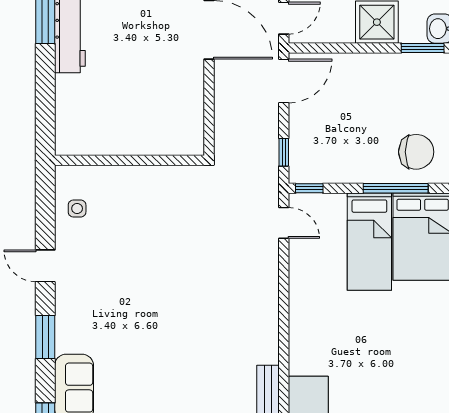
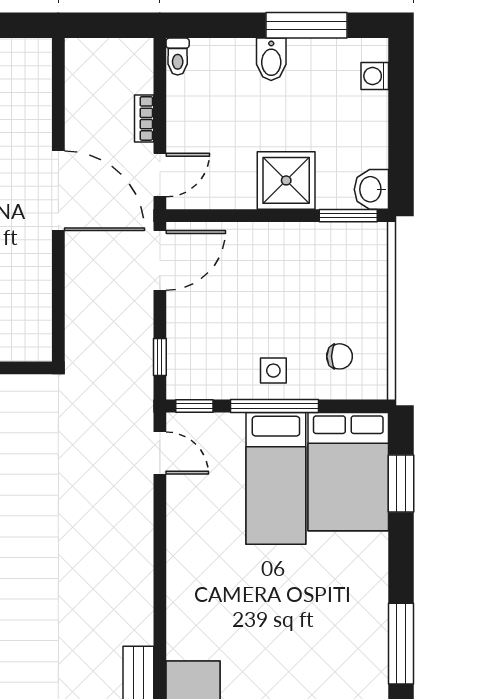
chair: (416, 152) -> (340, 356), width x0.54, depth x0.54
side table: (367, 162) -> (273, 371), added
window: (396, 188) -> (274, 406), moved

